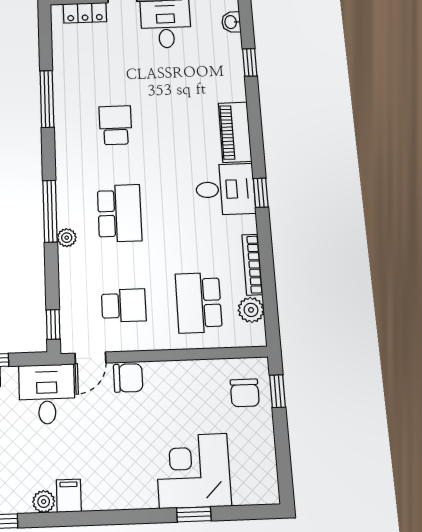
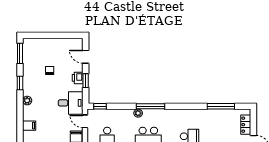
window: (47, 99) -> (221, 106), moved
filing cabinet: (69, 496) -> (29, 126), moved

